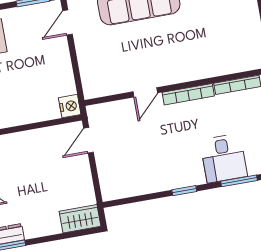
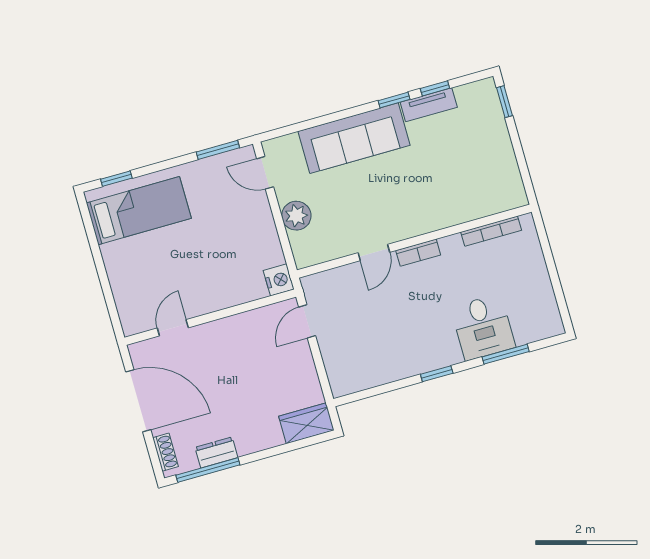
door: (67, 22) -> (265, 173), hinge flipped
plant: (88, 58) -> (296, 216), added
bookcase: (188, 94) -> (418, 253), width x0.64

